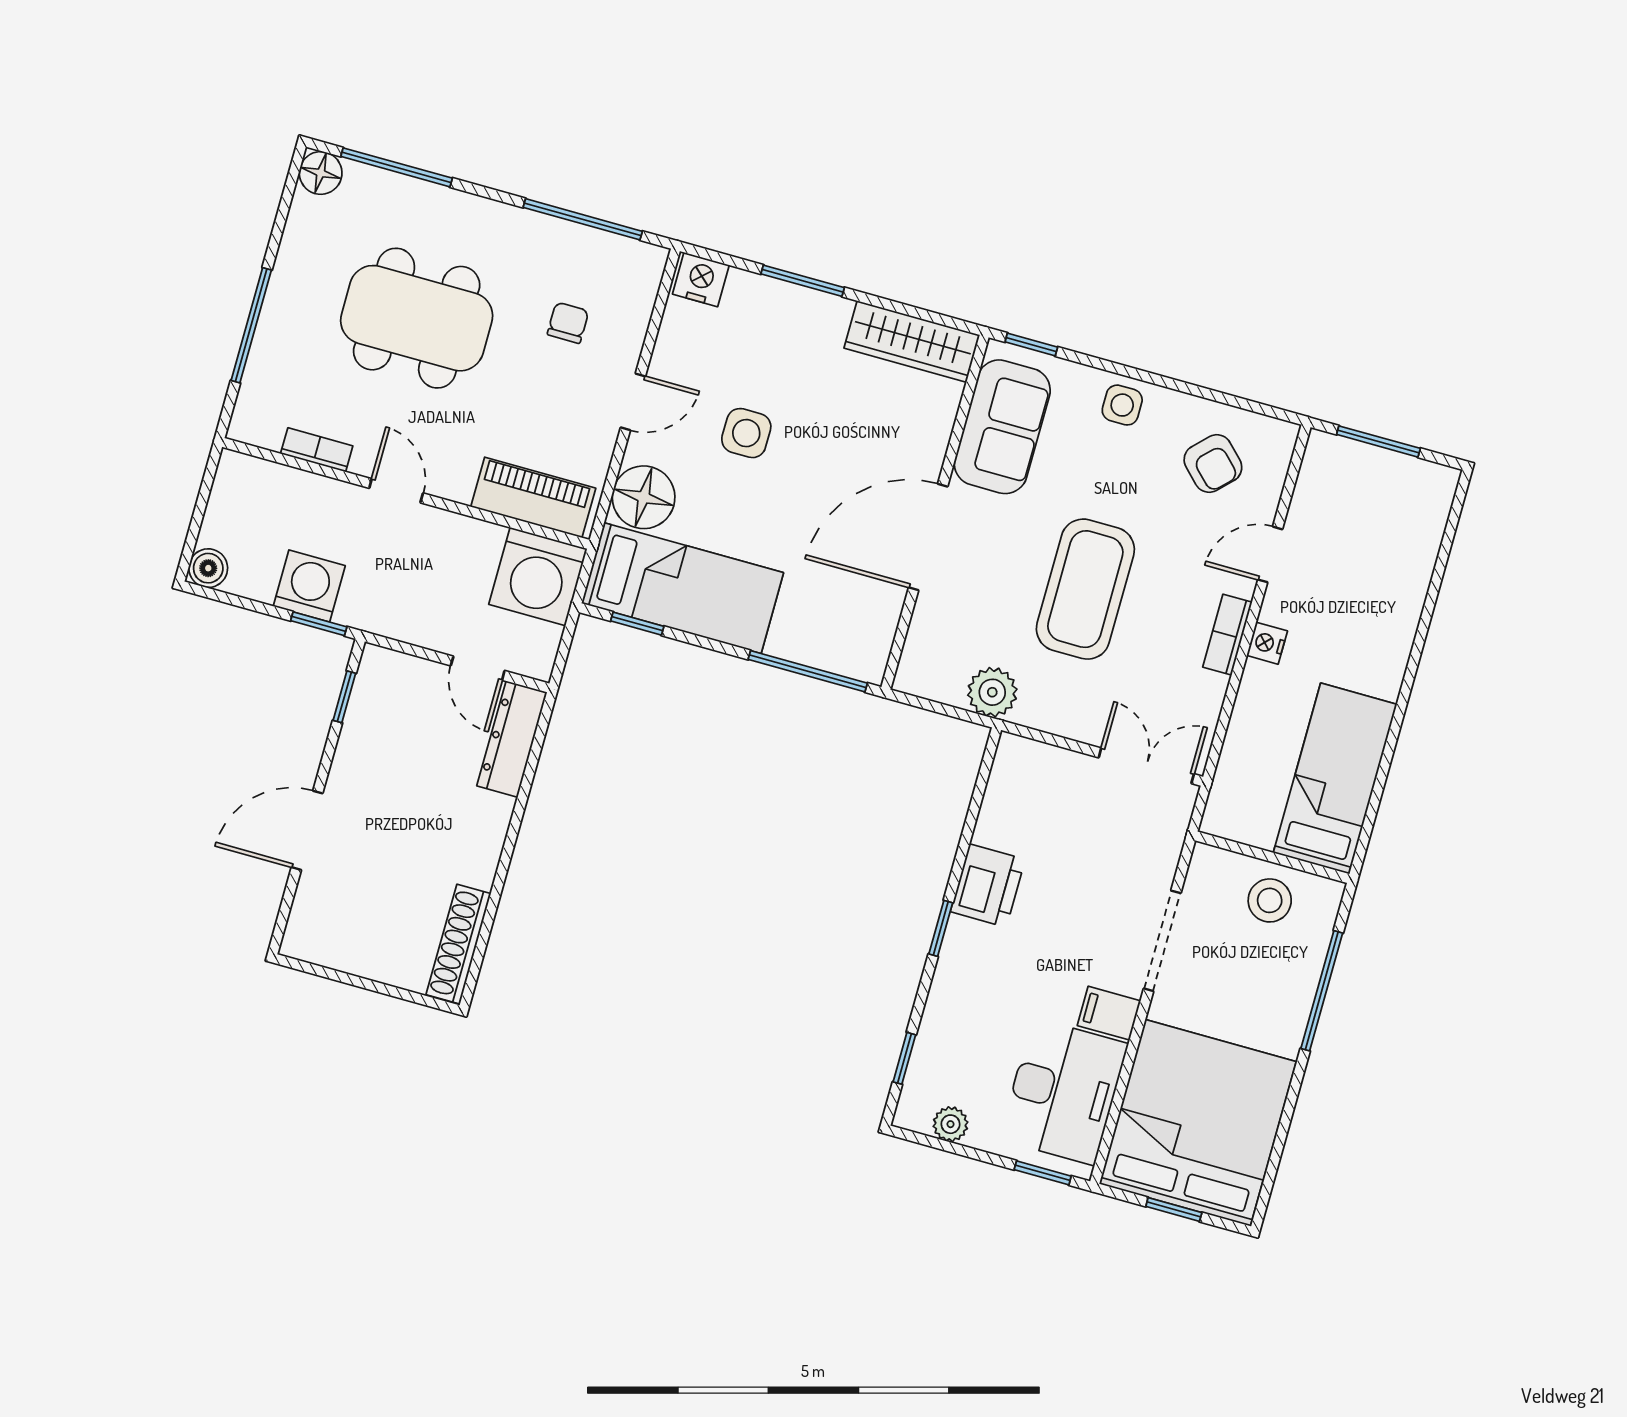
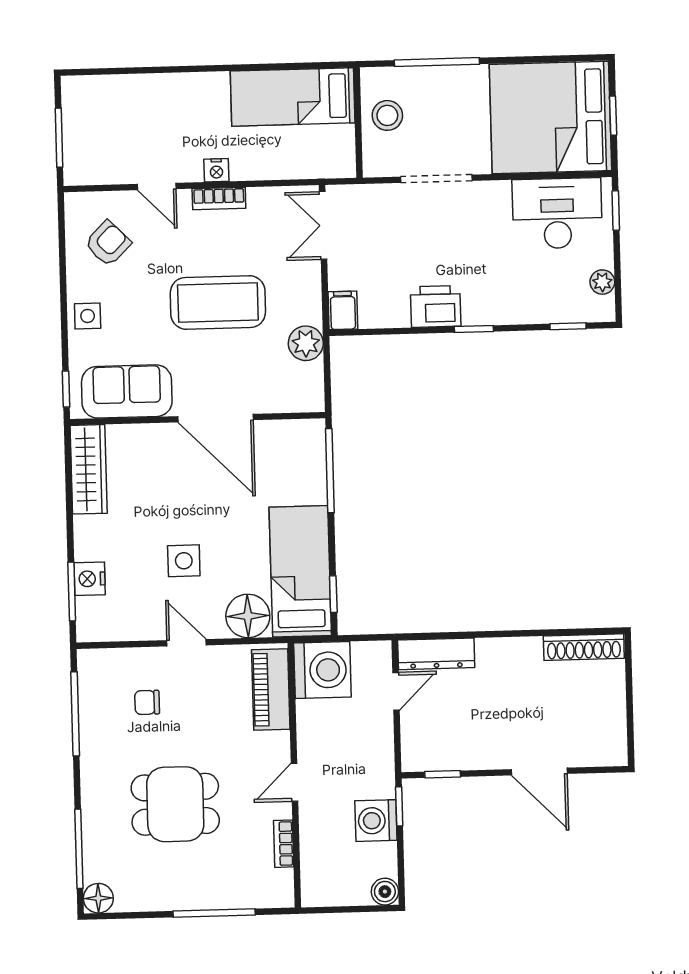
nightstand: (701, 280) -> (90, 579), moved
window: (803, 281) -> (72, 592), moved
dining table: (417, 318) -> (175, 804), width x0.73
filing cabinet: (1109, 1013) -> (343, 310), moved, turned 180

